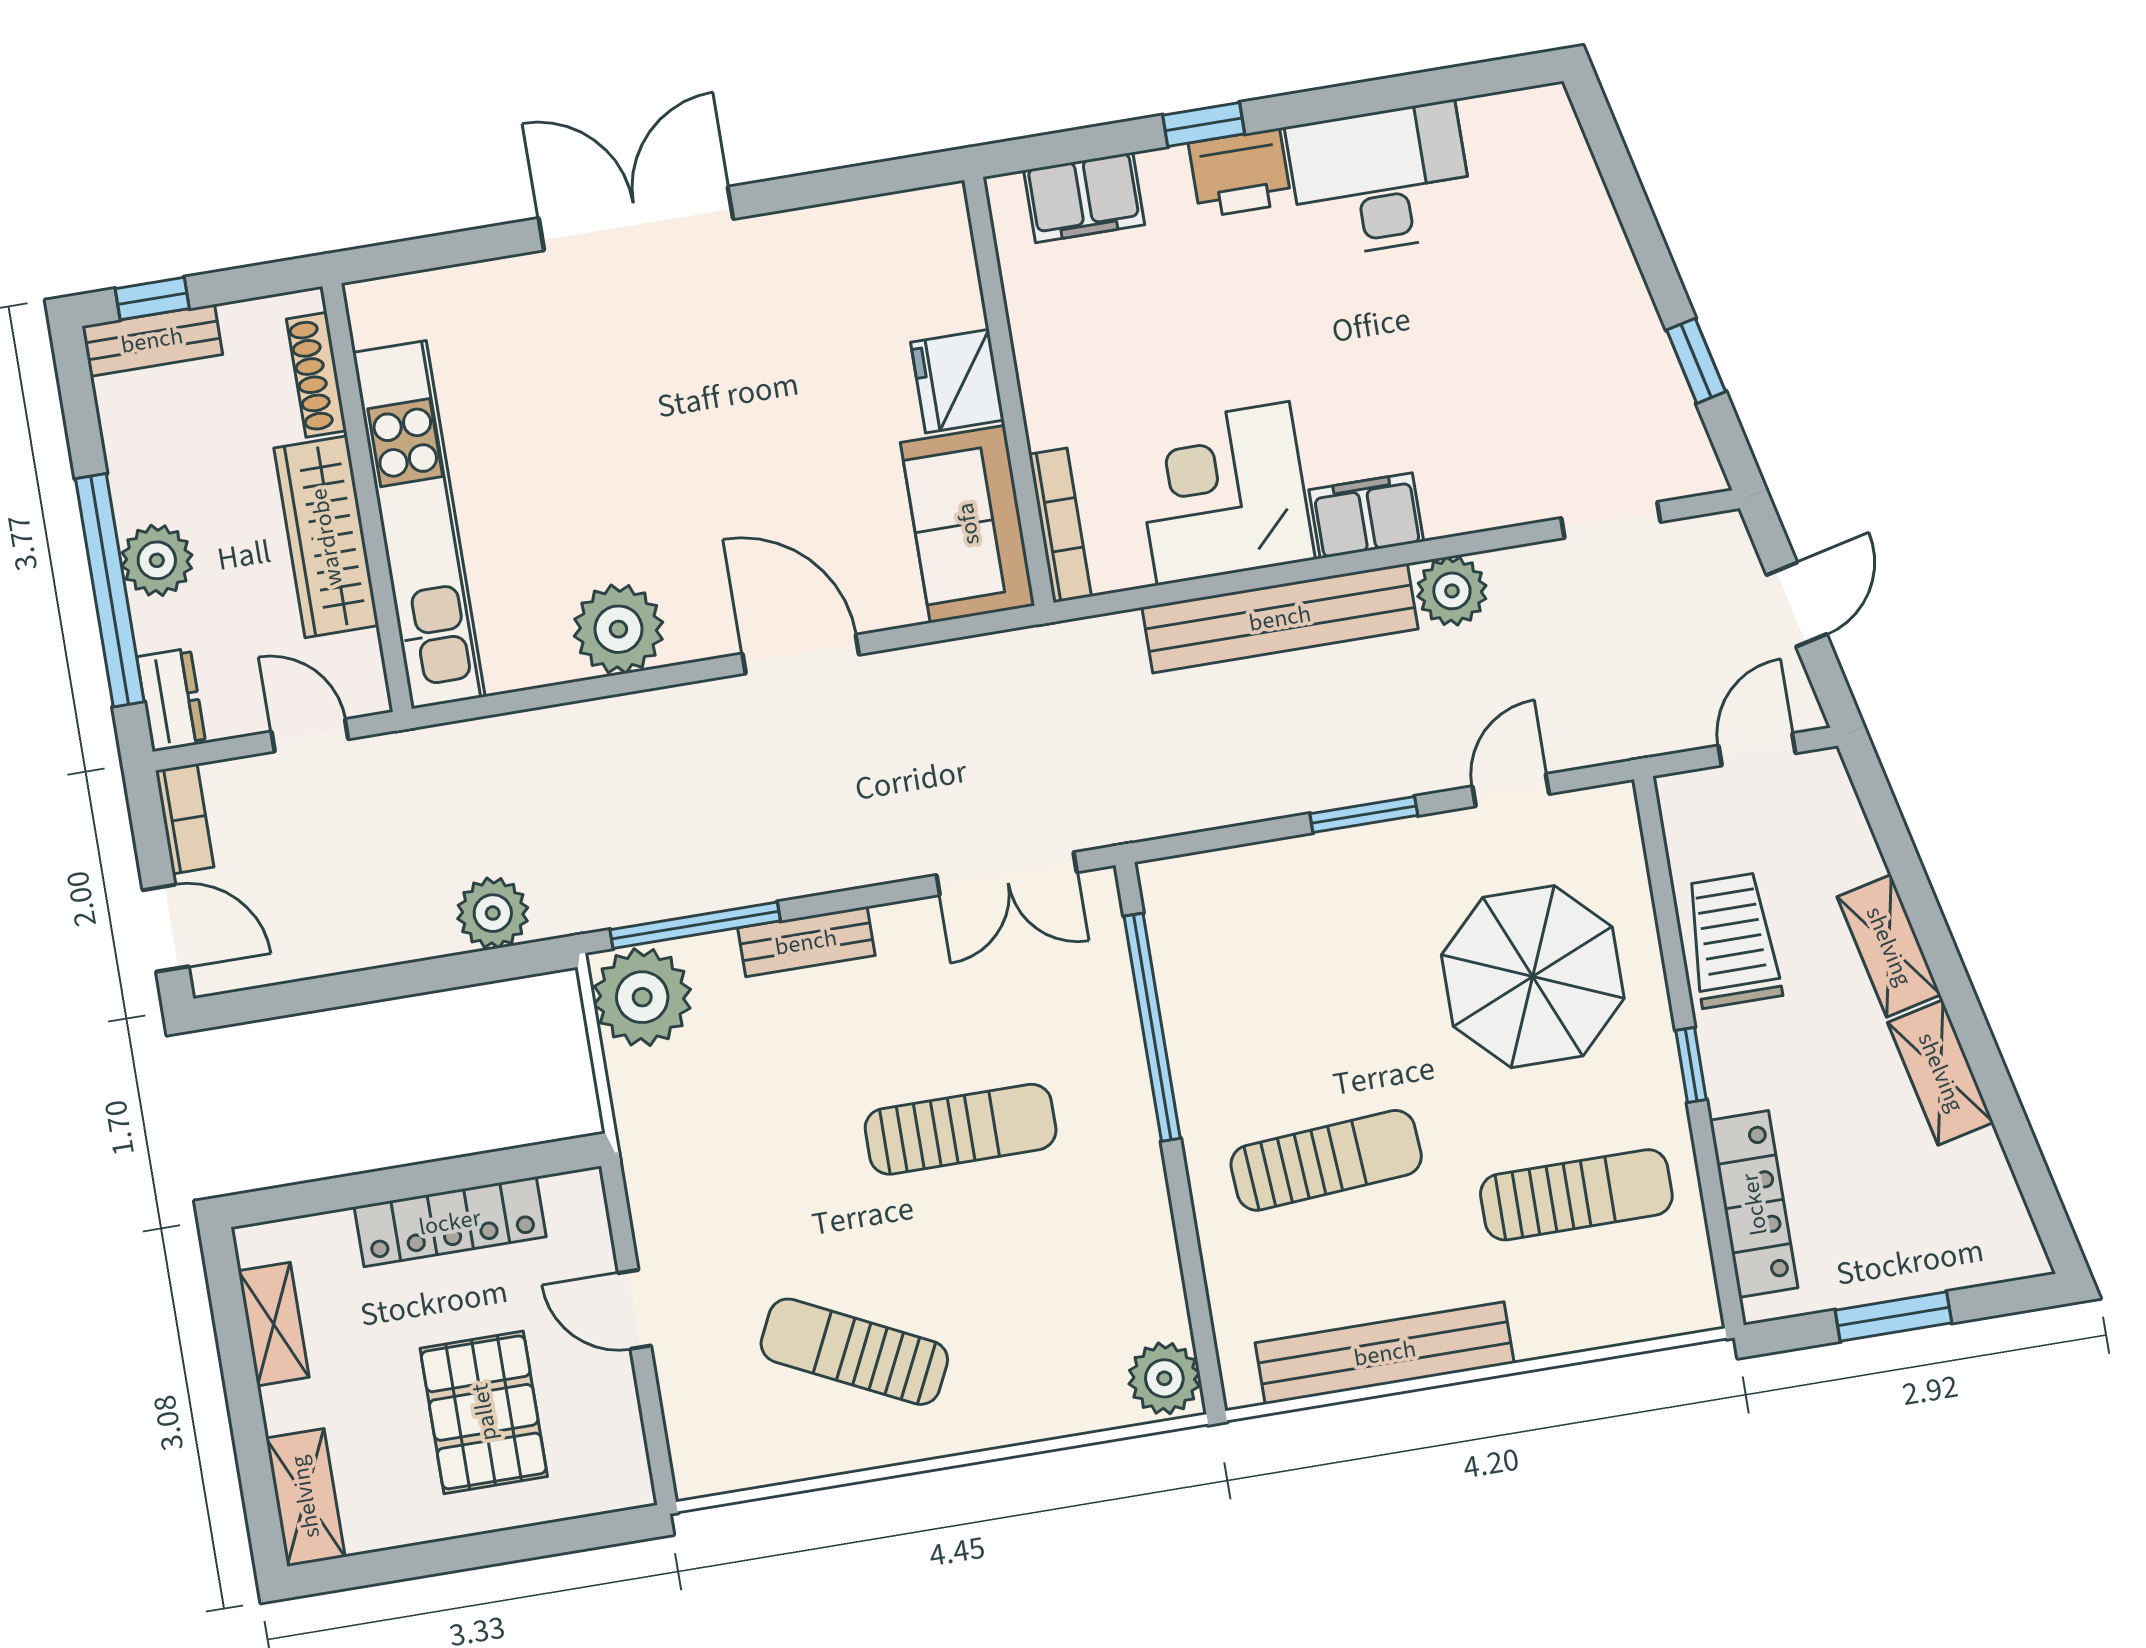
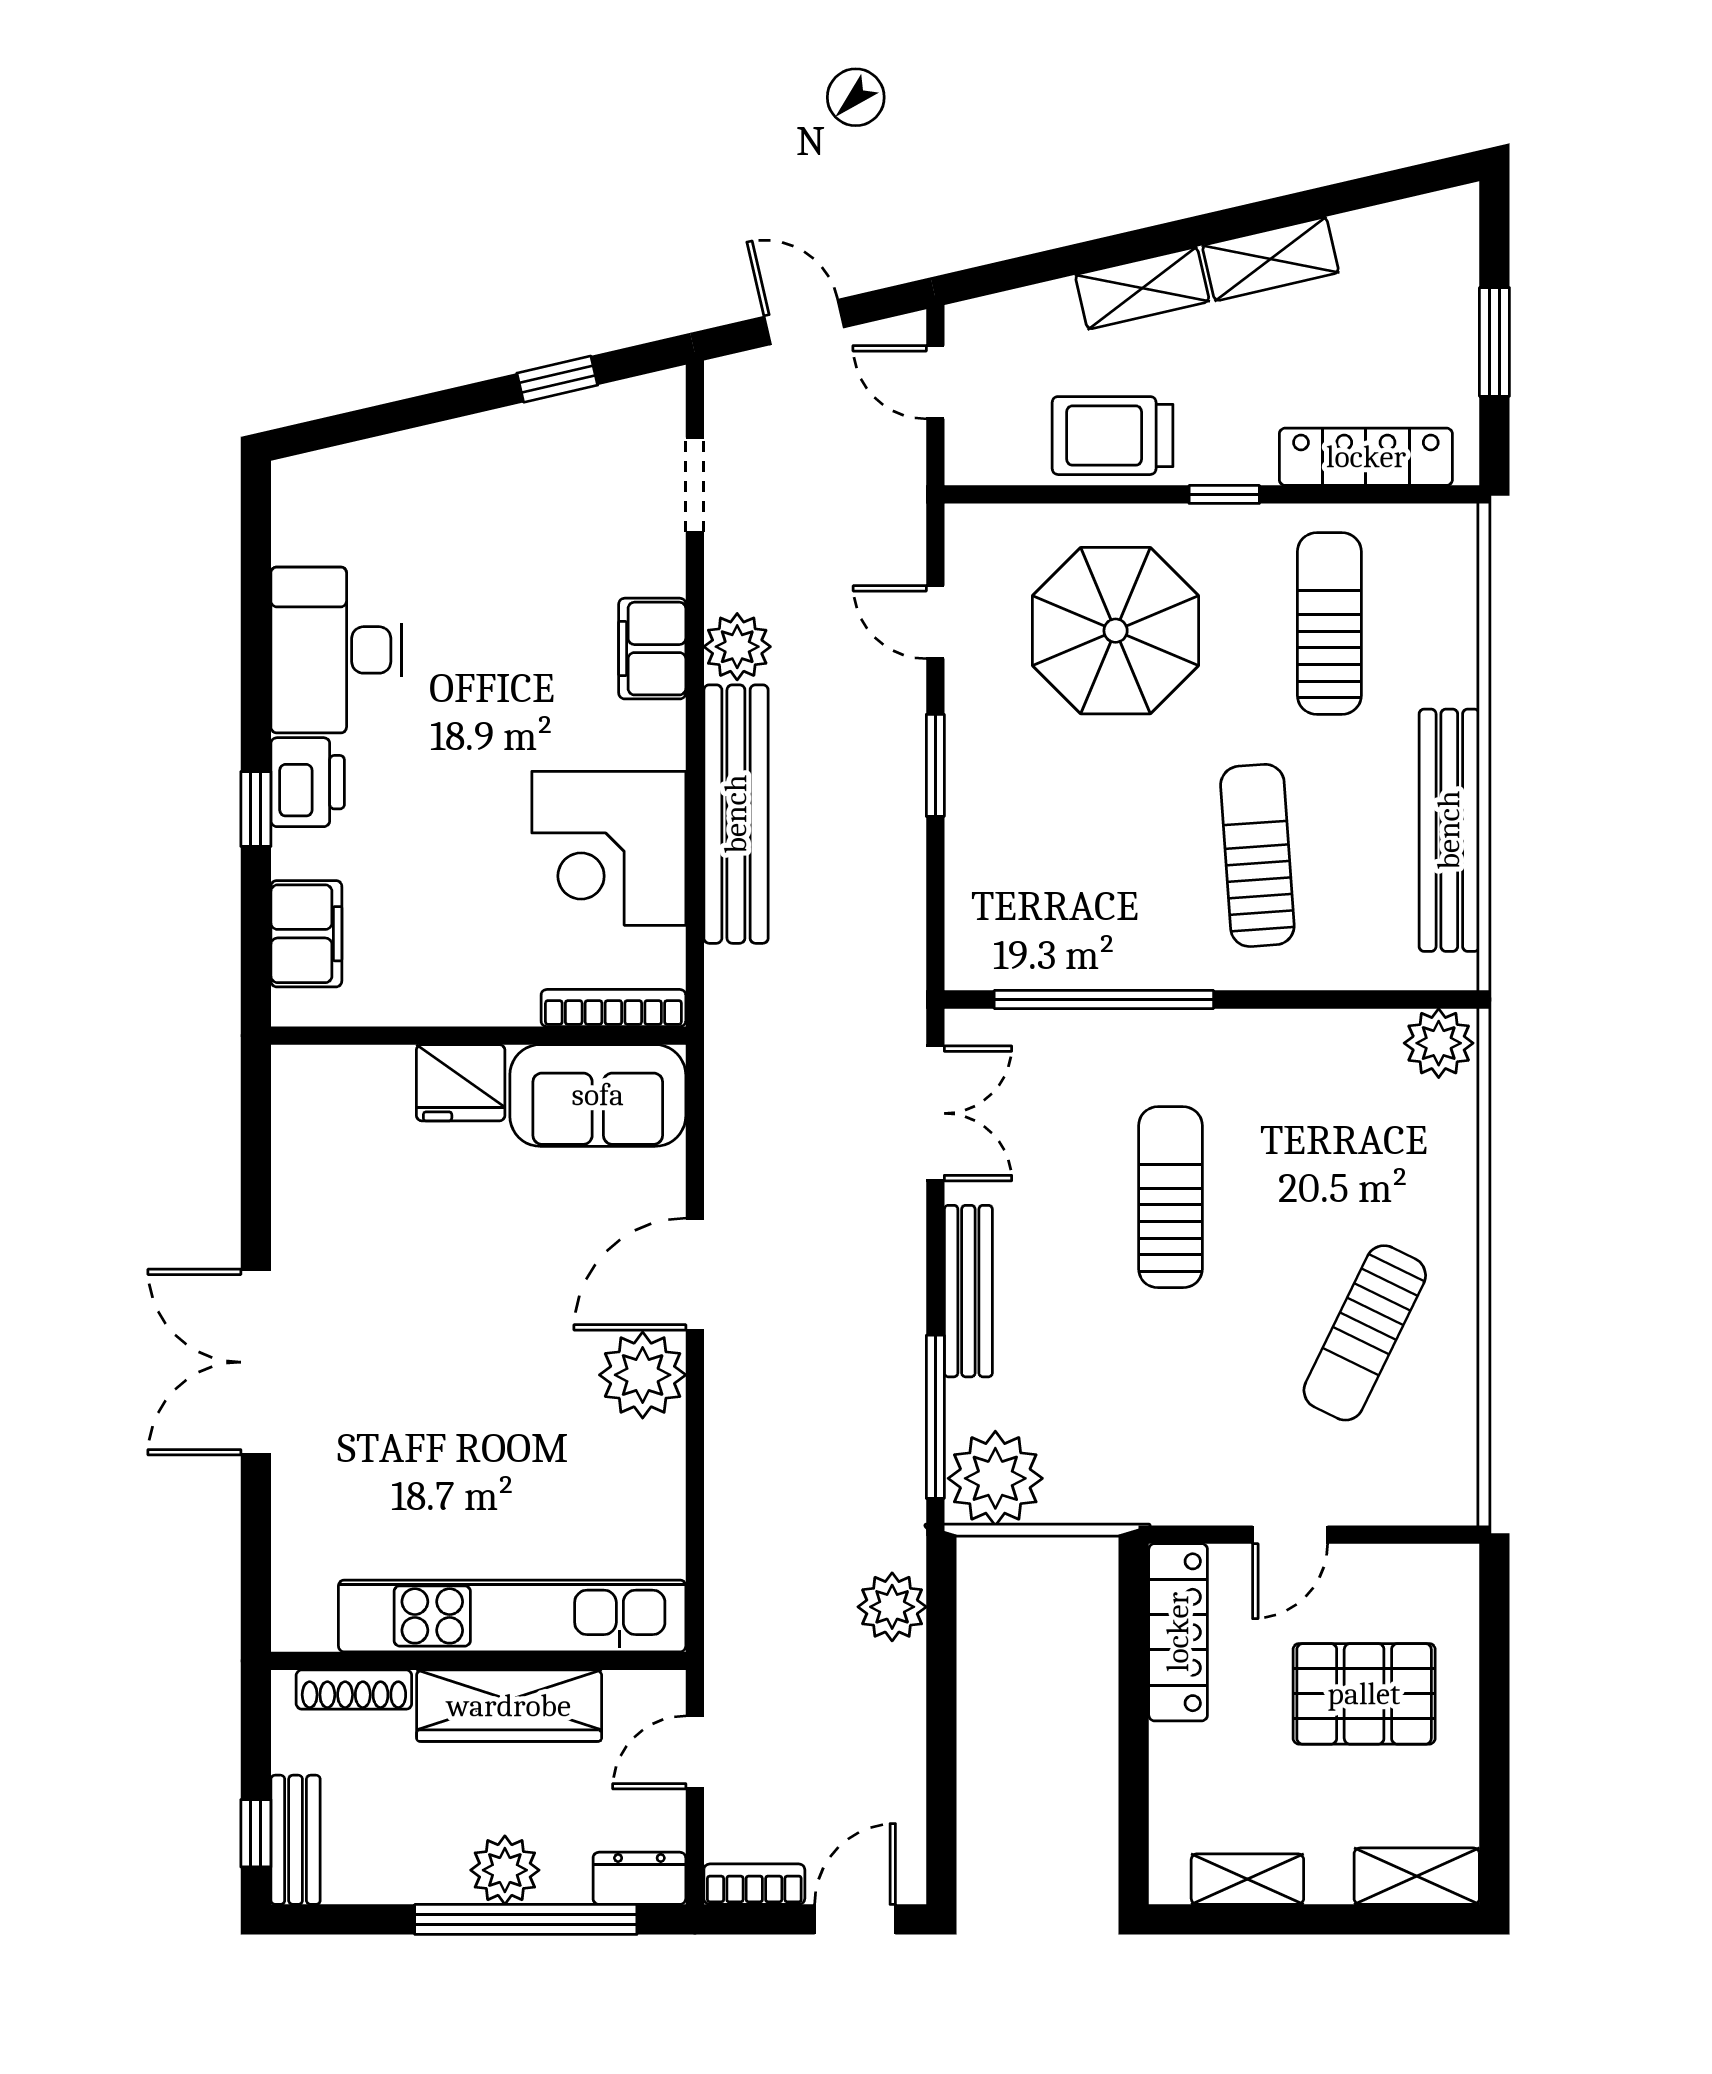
filing cabinet: (1366, 516) -> (652, 649), moved
plant: (618, 629) -> (643, 1375), moved
bench: (806, 942) -> (968, 1291), width x1.36
locker: (450, 1222) -> (1178, 1632), moved

